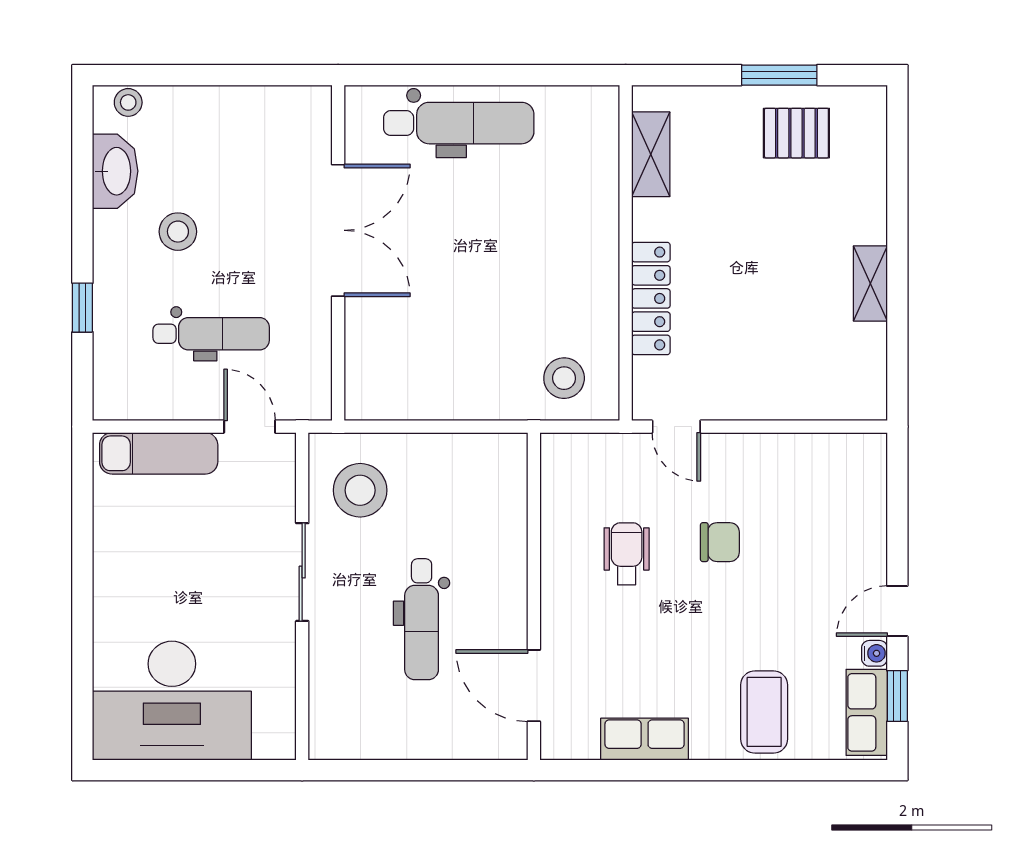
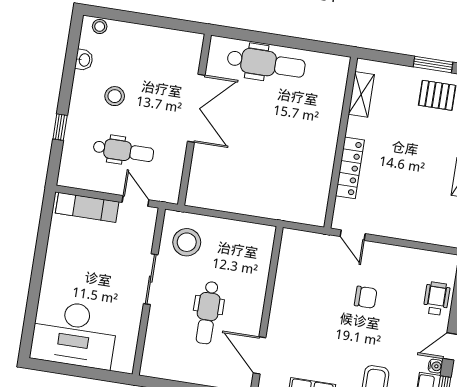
washbasin: (115, 171) -> (84, 60), width x0.52, depth x0.69
stool: (564, 378) -> (299, 201), removed
wheelchair: (627, 554) -> (437, 299), moved

